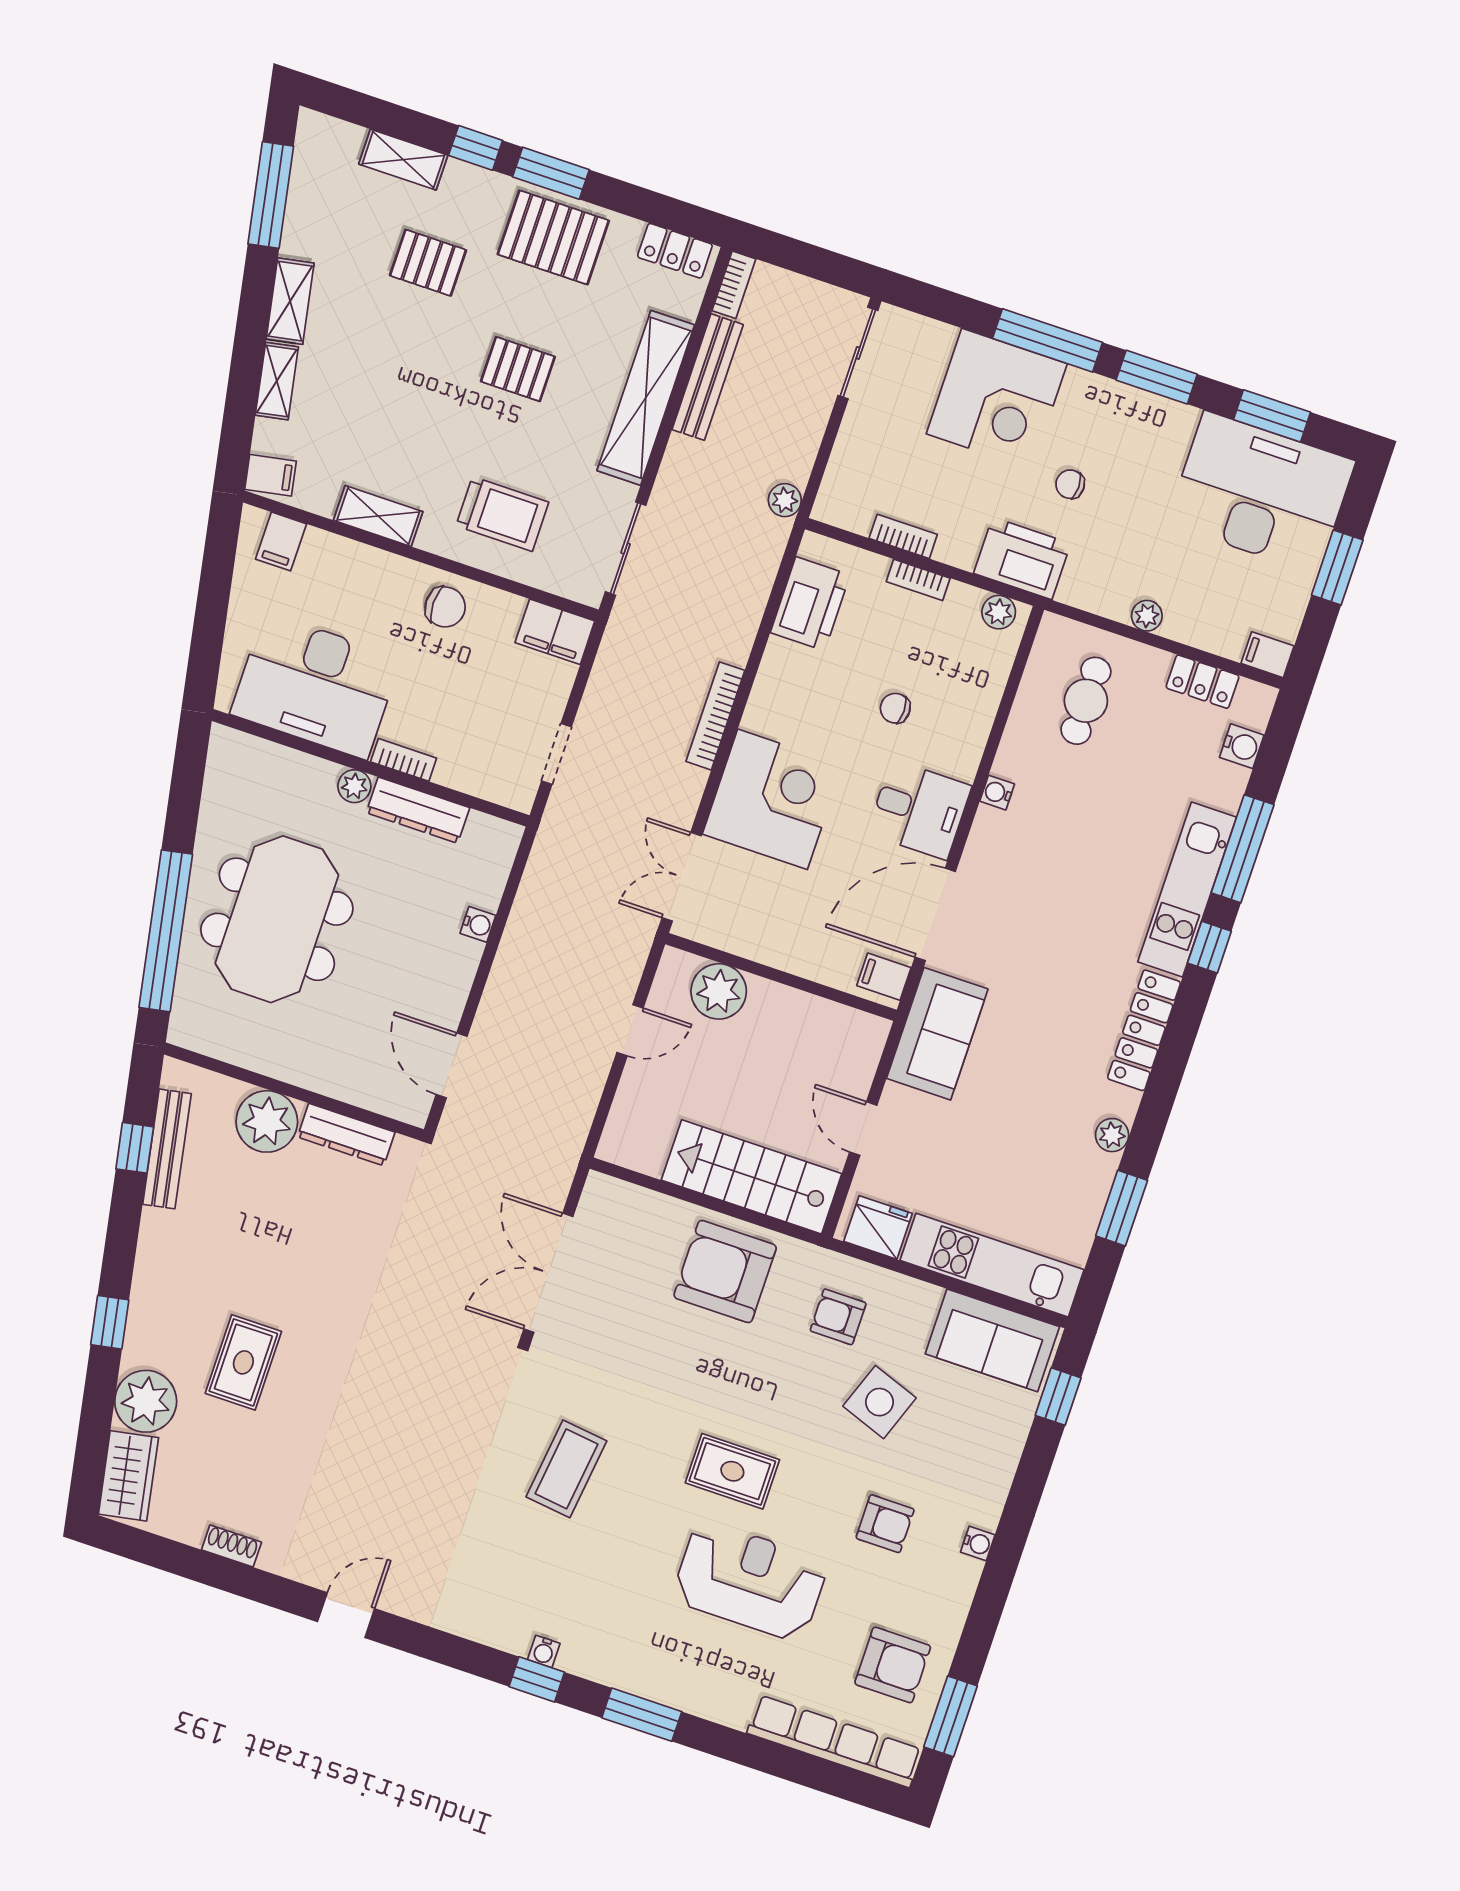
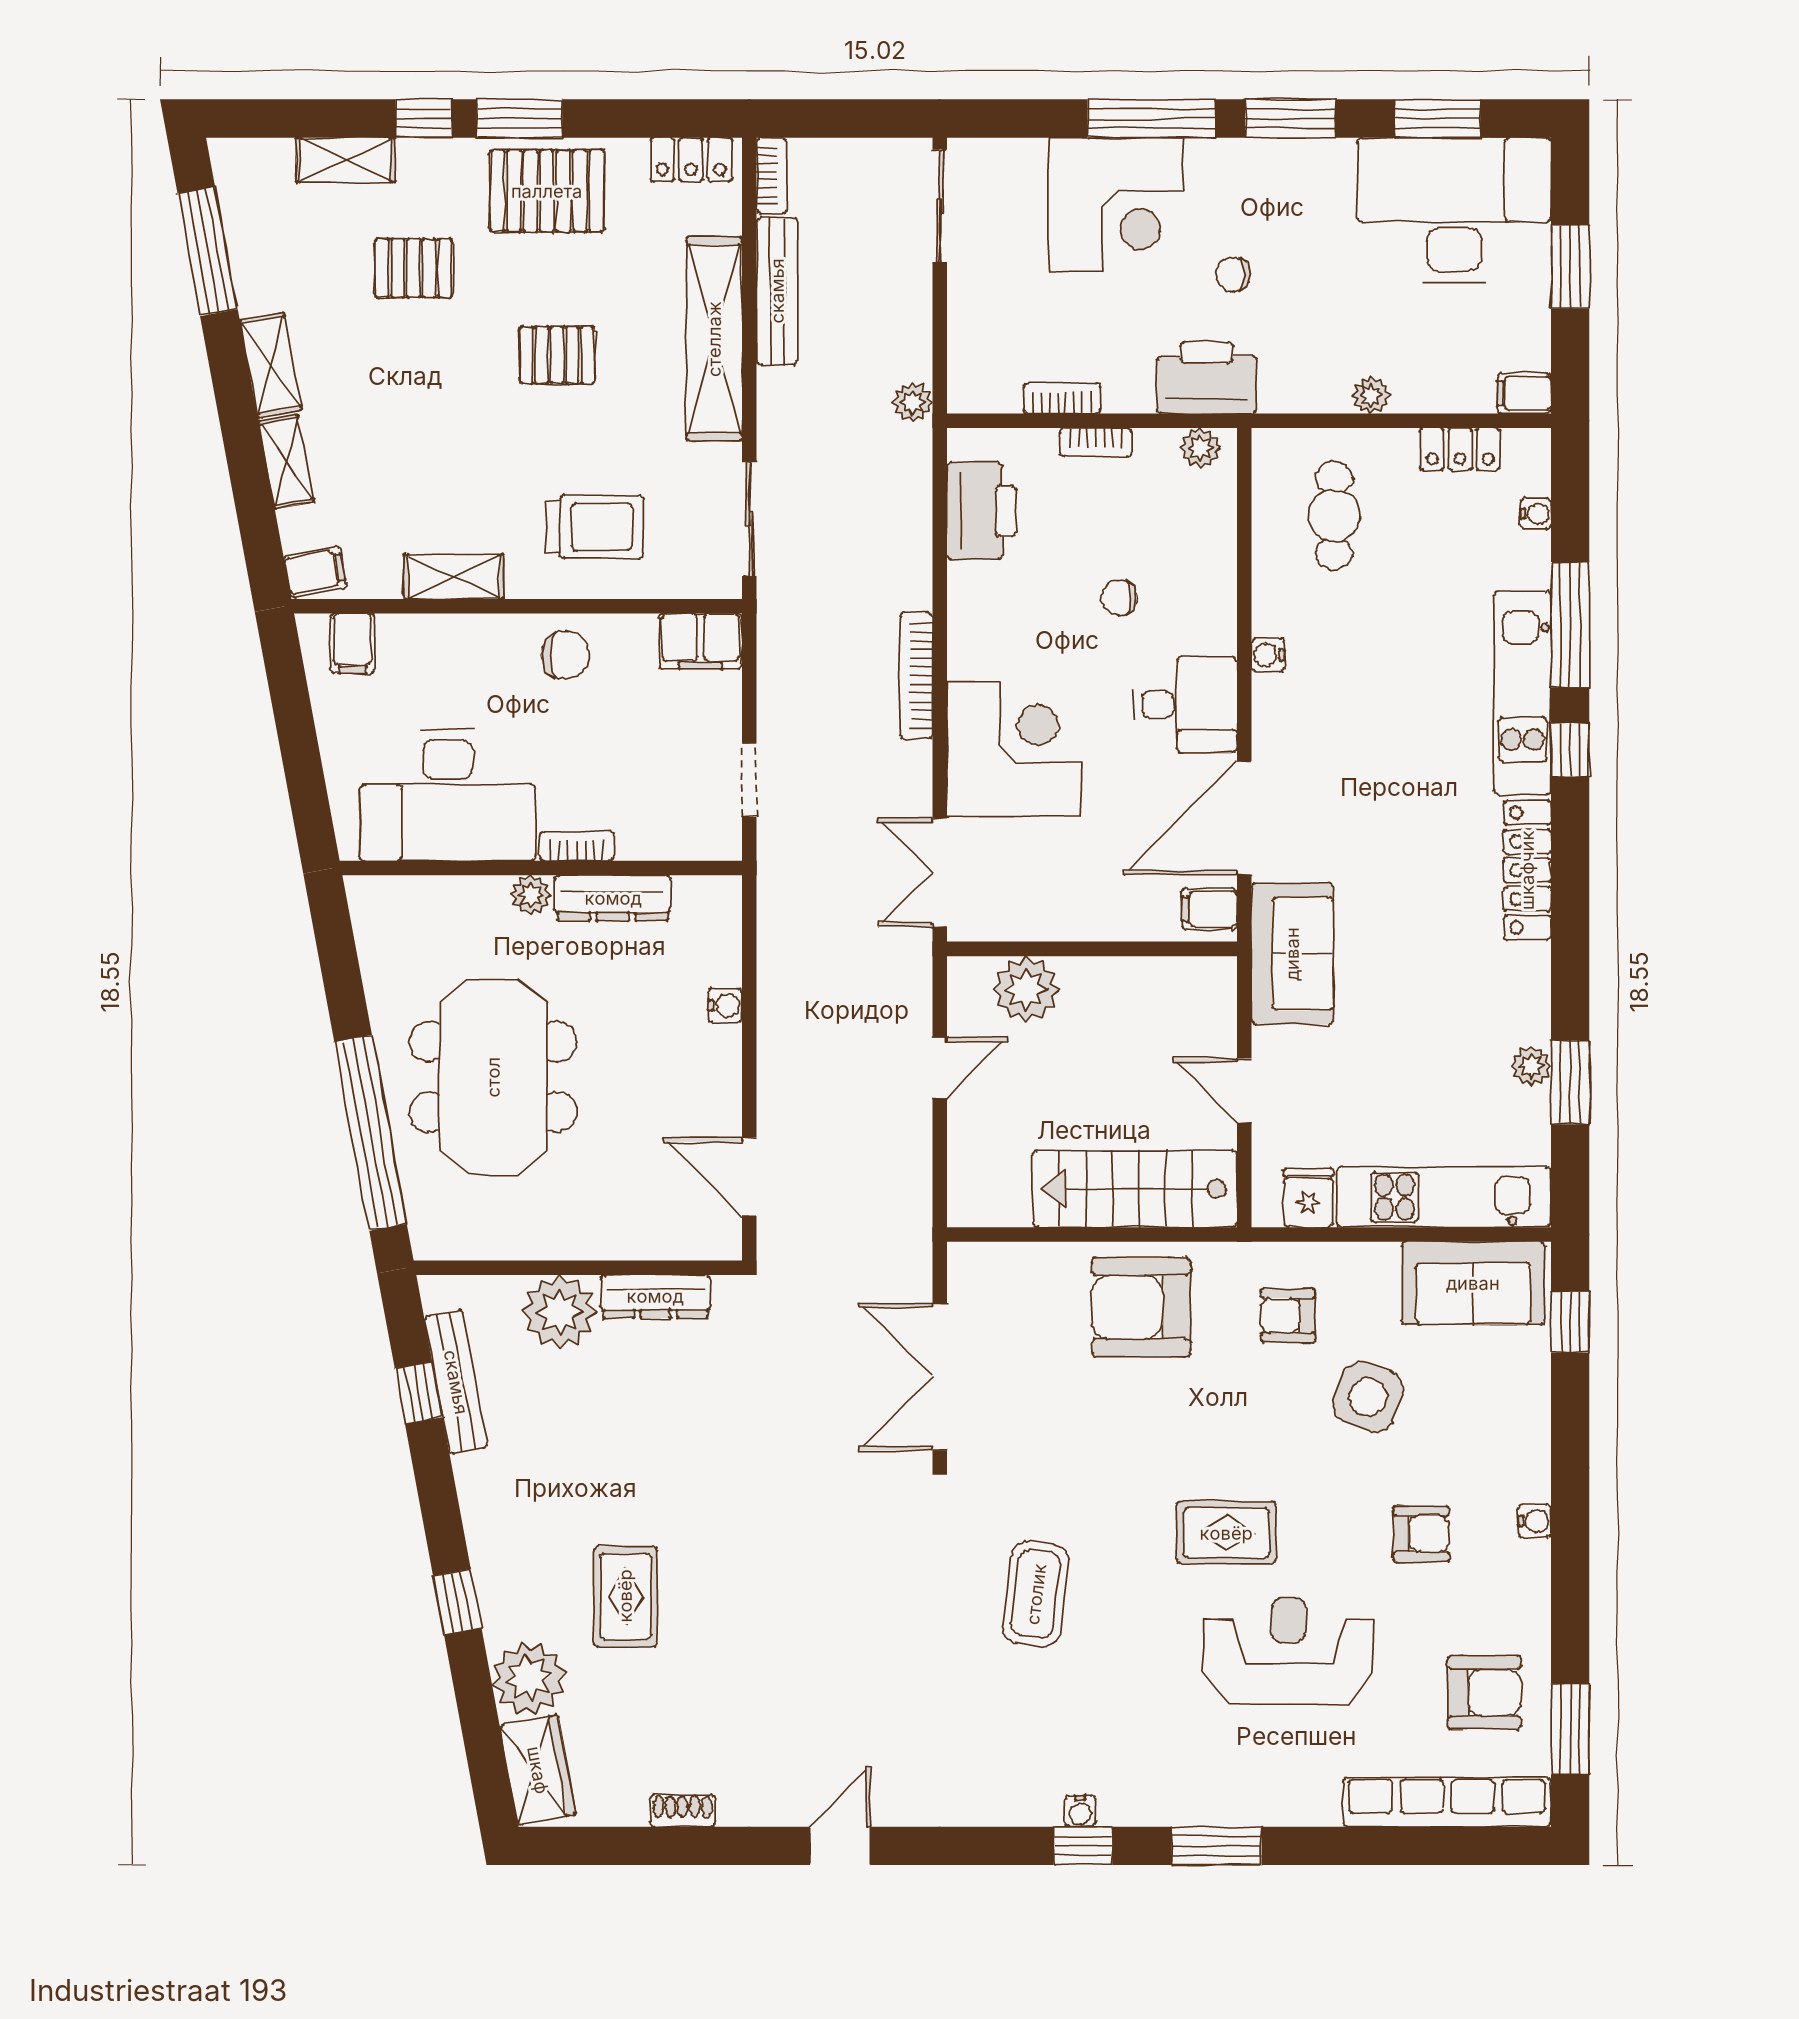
water cooler: (1242, 746) -> (1536, 514), width x0.72, depth x0.72
plant: (1112, 1135) -> (1531, 1066), moved
fridge: (878, 1227) -> (1309, 1198), width x0.72

